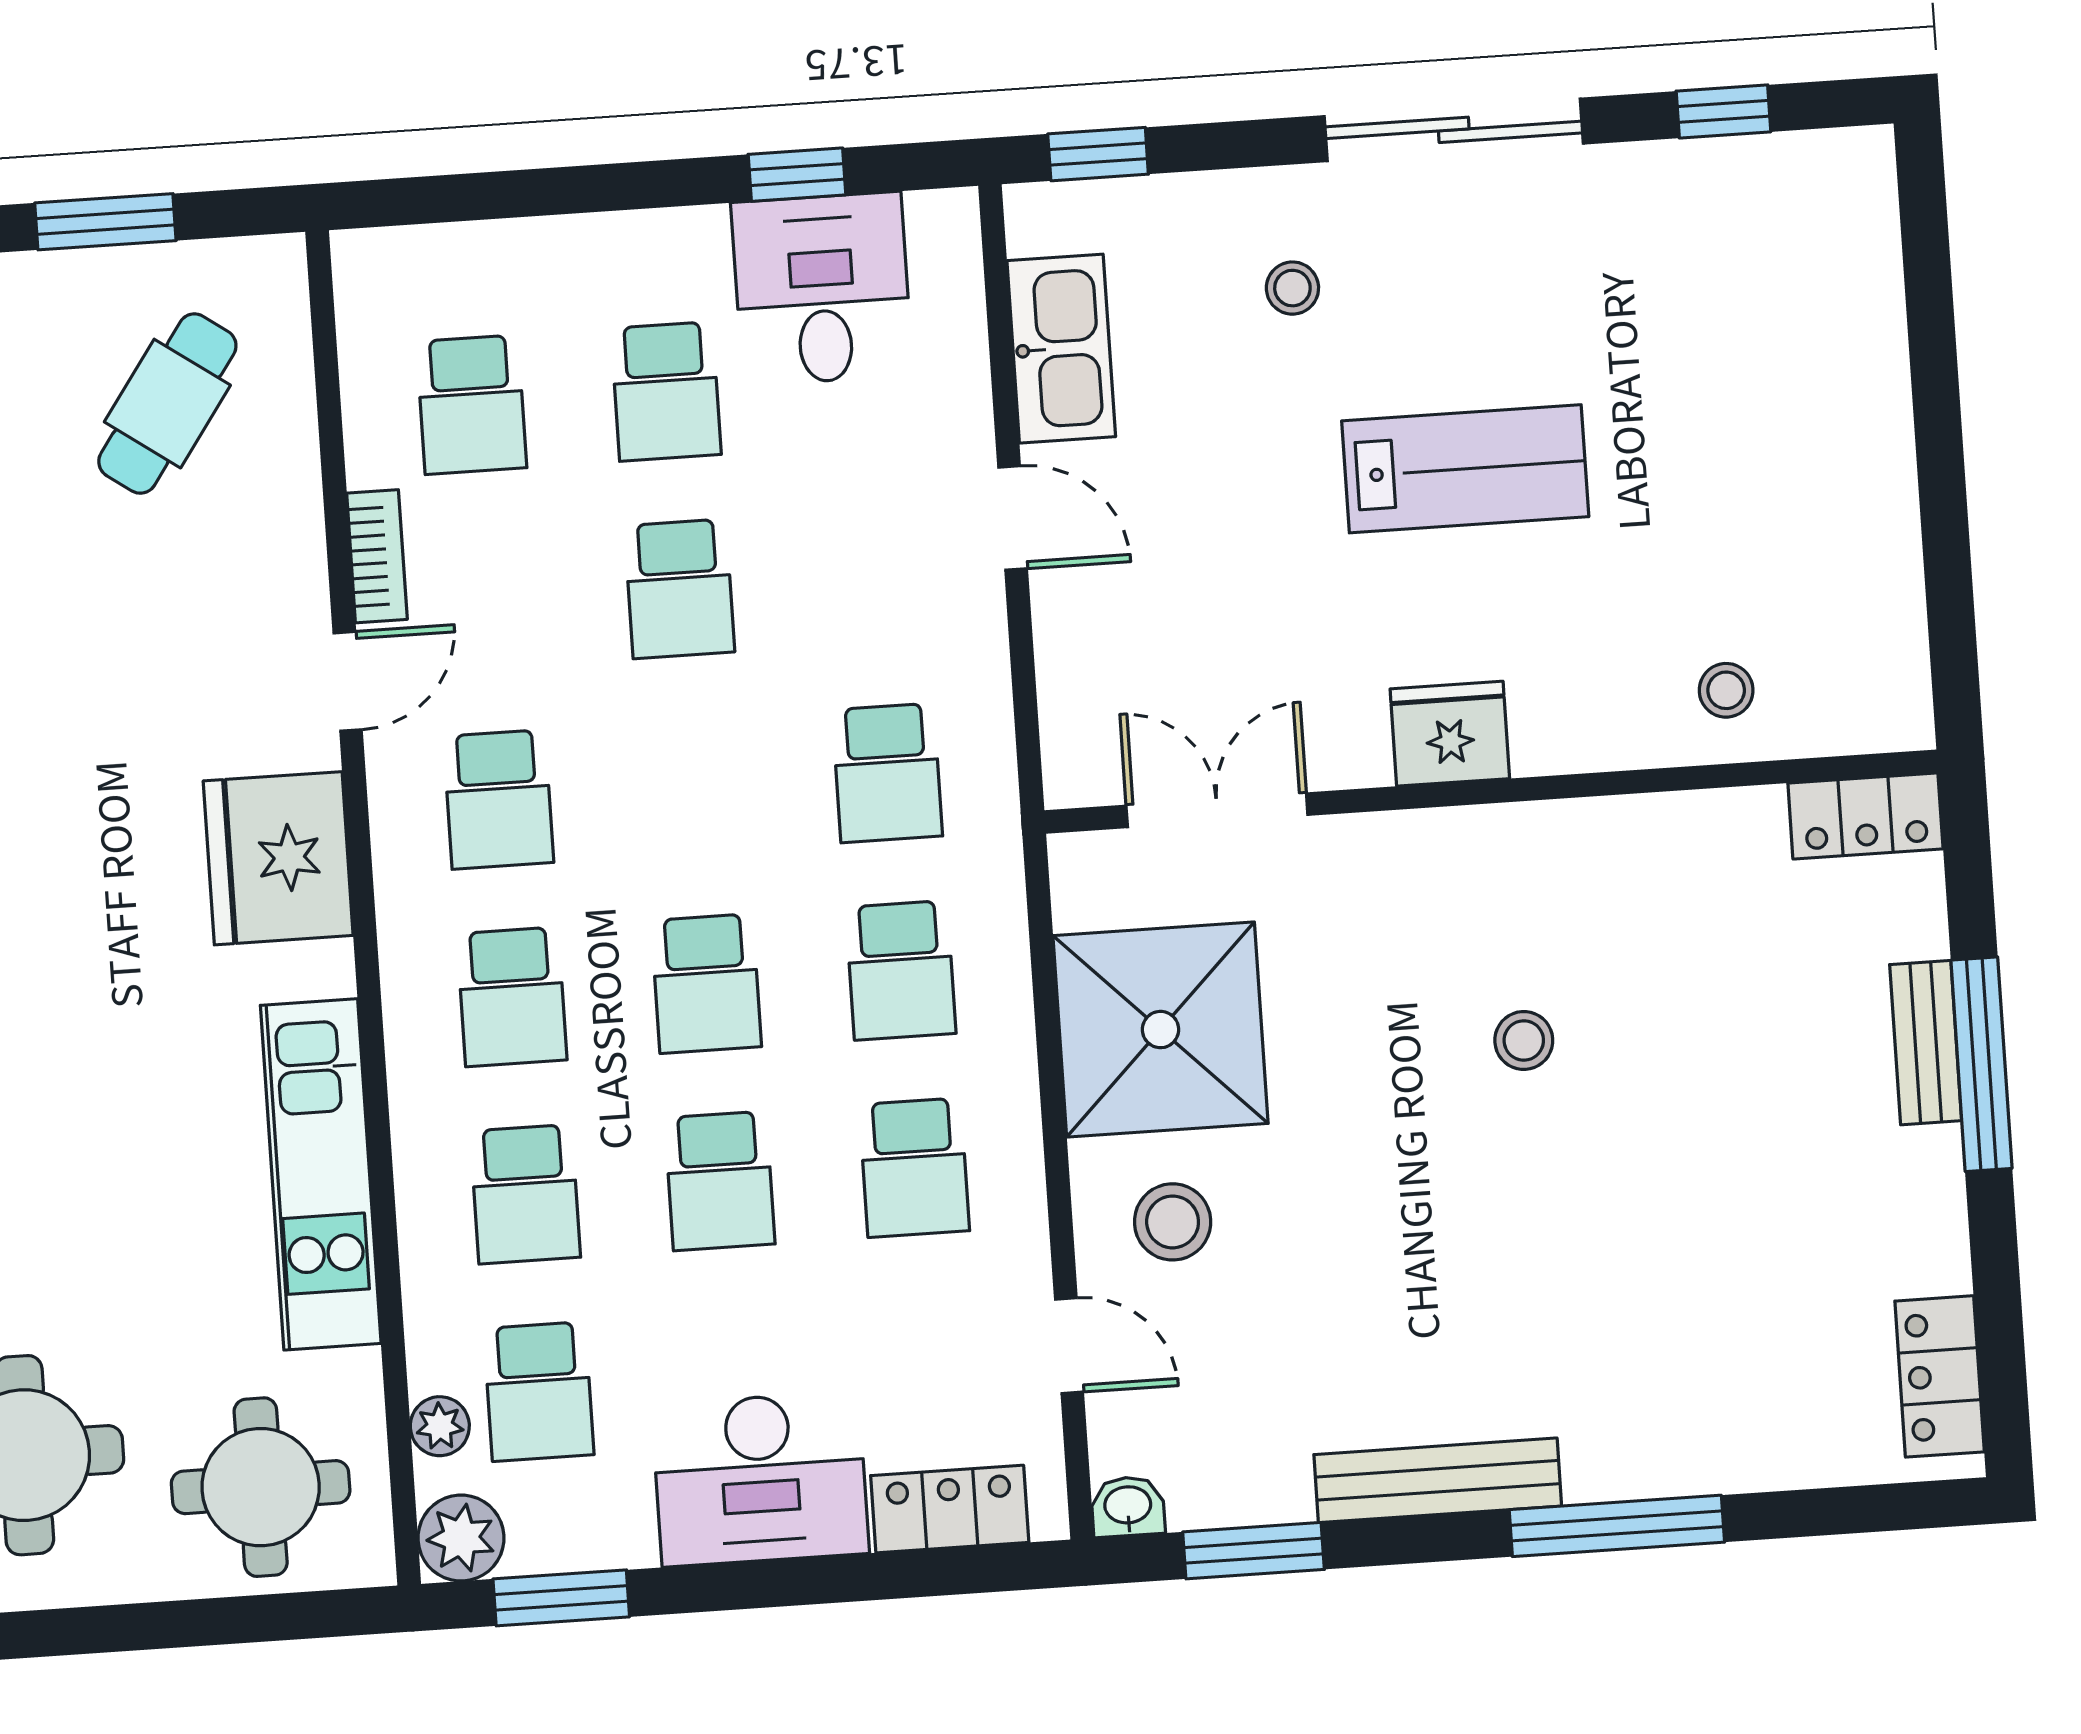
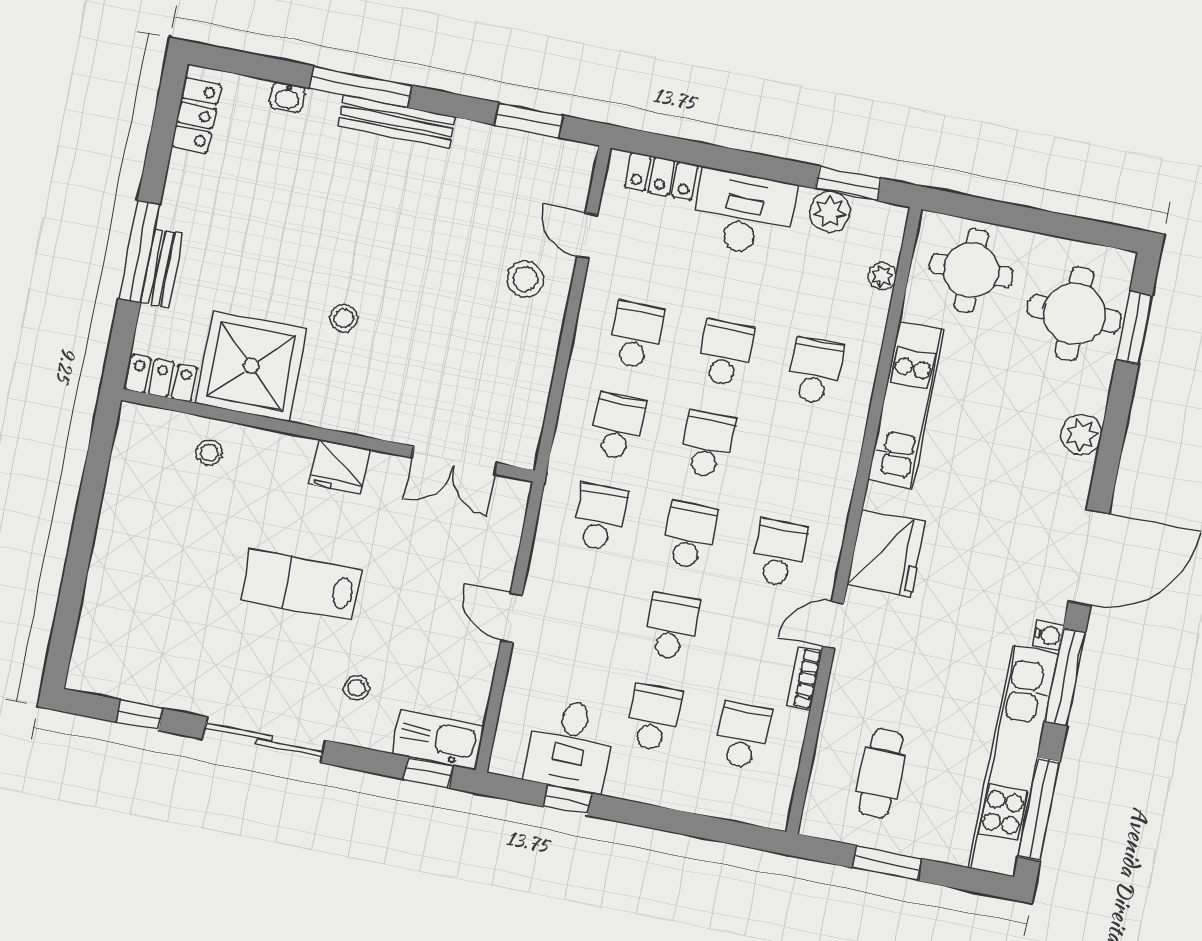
kitchen sink: (1061, 349) -> (438, 740), moved, turned 90
cafe table: (167, 404) -> (881, 773), turned -35
school desk: (512, 997) -> (689, 535), moved
shower: (1161, 1030) -> (251, 366), moved
school desk: (539, 1392) -> (833, 280), removed
bench: (1438, 1480) -> (396, 121), moved
washbasin: (1128, 1507) -> (287, 97), moved
plant: (461, 1538) -> (830, 212), moved

